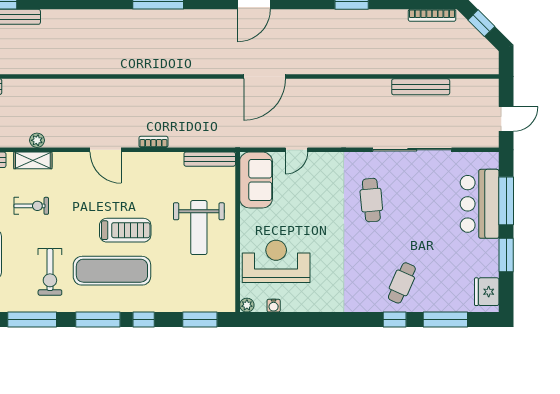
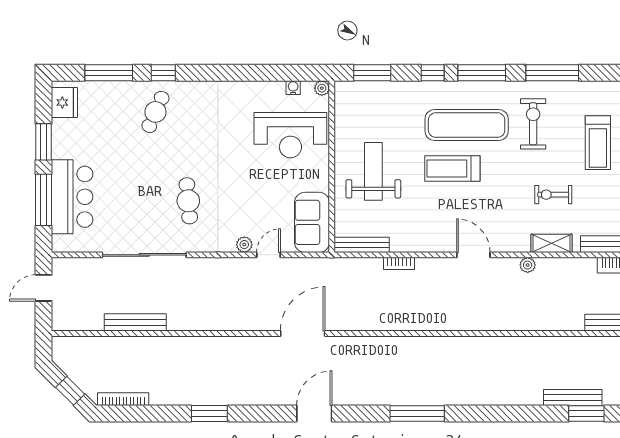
plant: (37, 140) -> (528, 265), moved
bookcase: (153, 142) -> (399, 263), moved
plant: (319, 159) -> (244, 245), added

